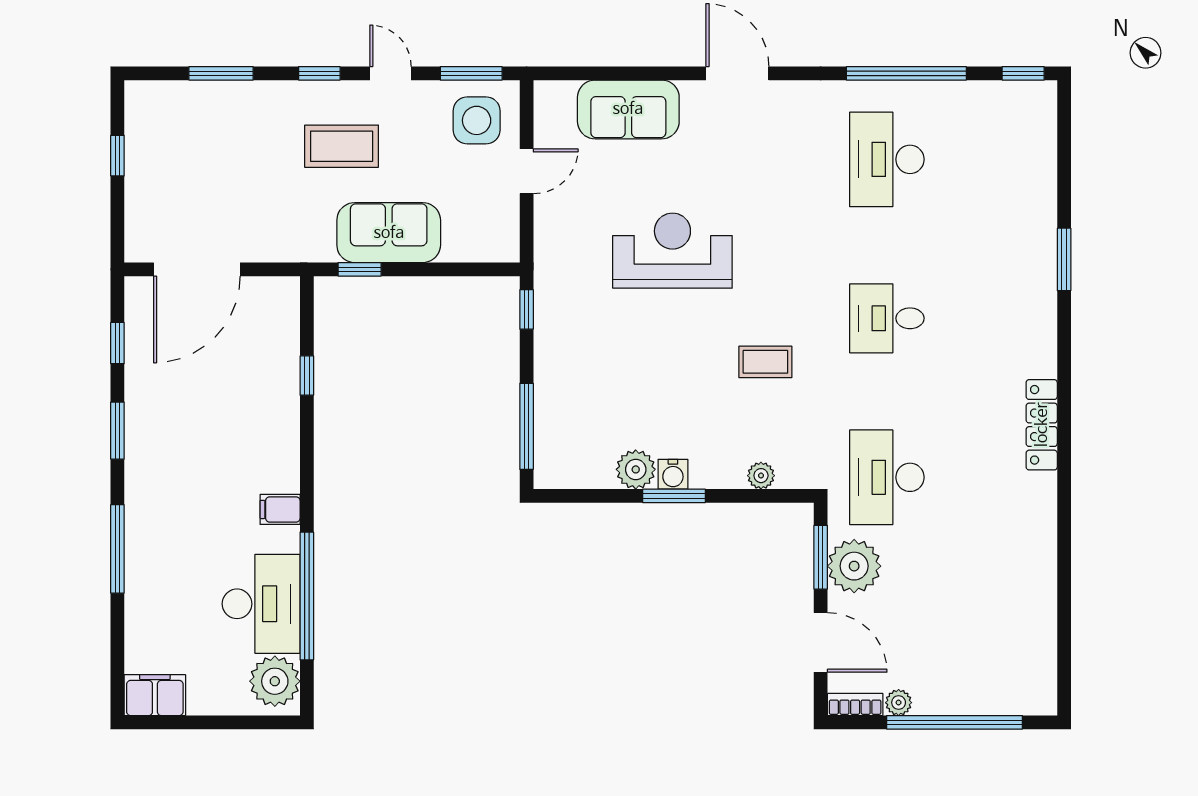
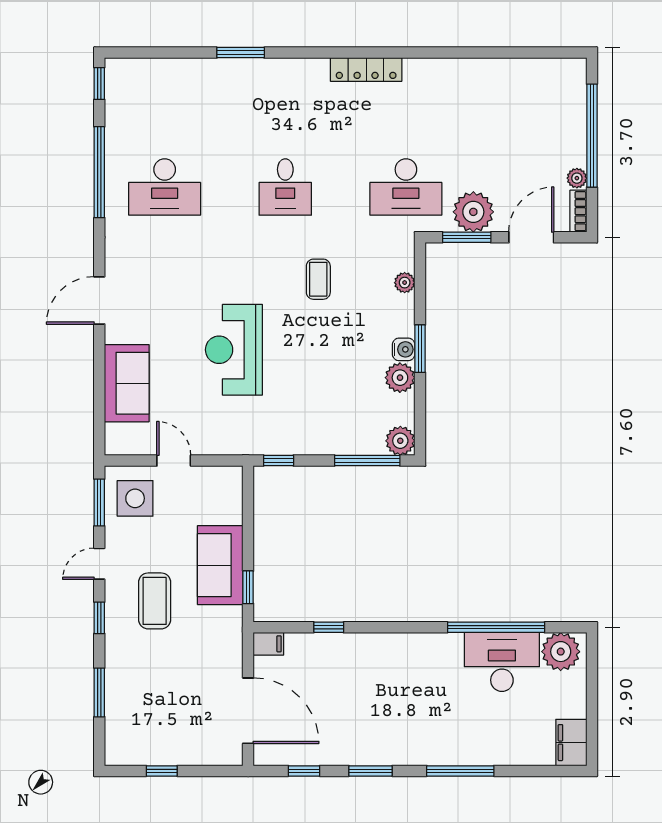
plant: (553, 470) -> (400, 441), added
filing cabinet: (280, 509) -> (268, 644), moved, turned -90

